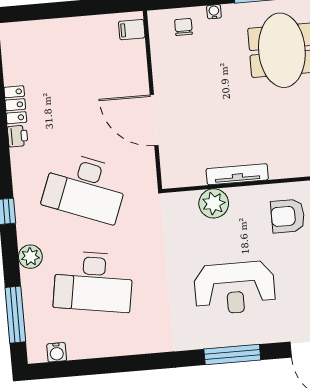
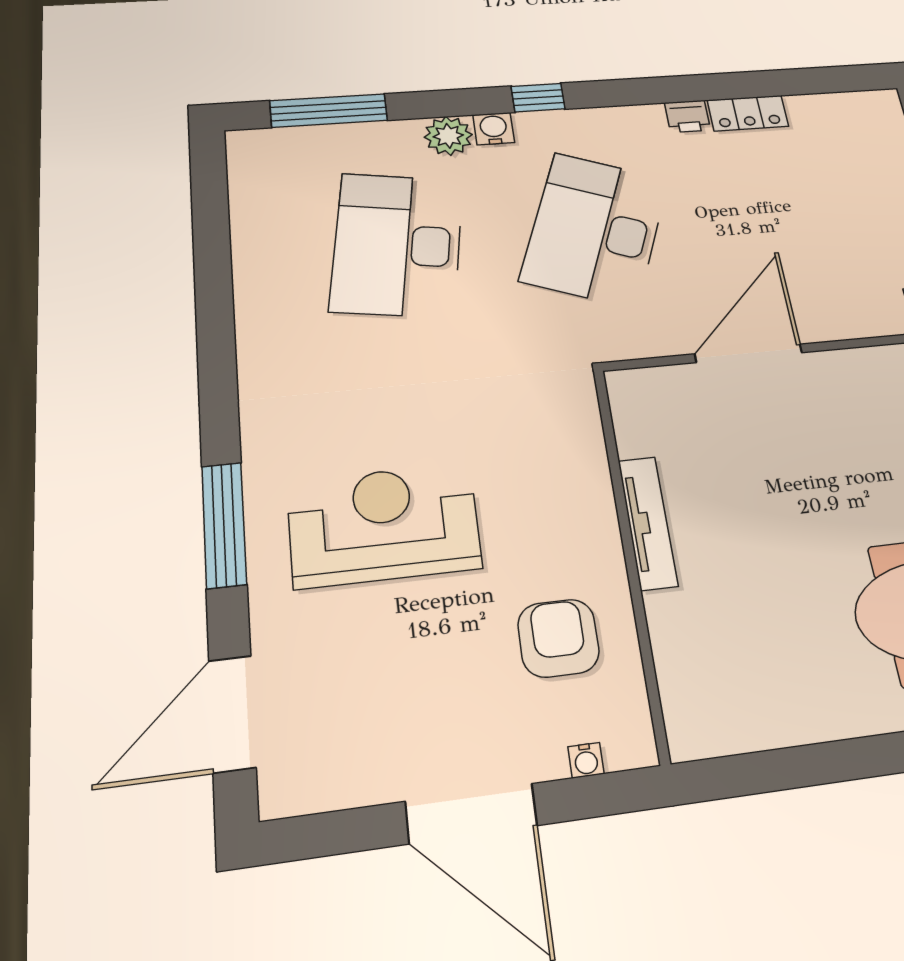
plant: (214, 203) -> (578, 475), removed
reception desk: (235, 288) -> (384, 525), turned 90
water cooler: (57, 352) -> (494, 129), moved, turned 90

